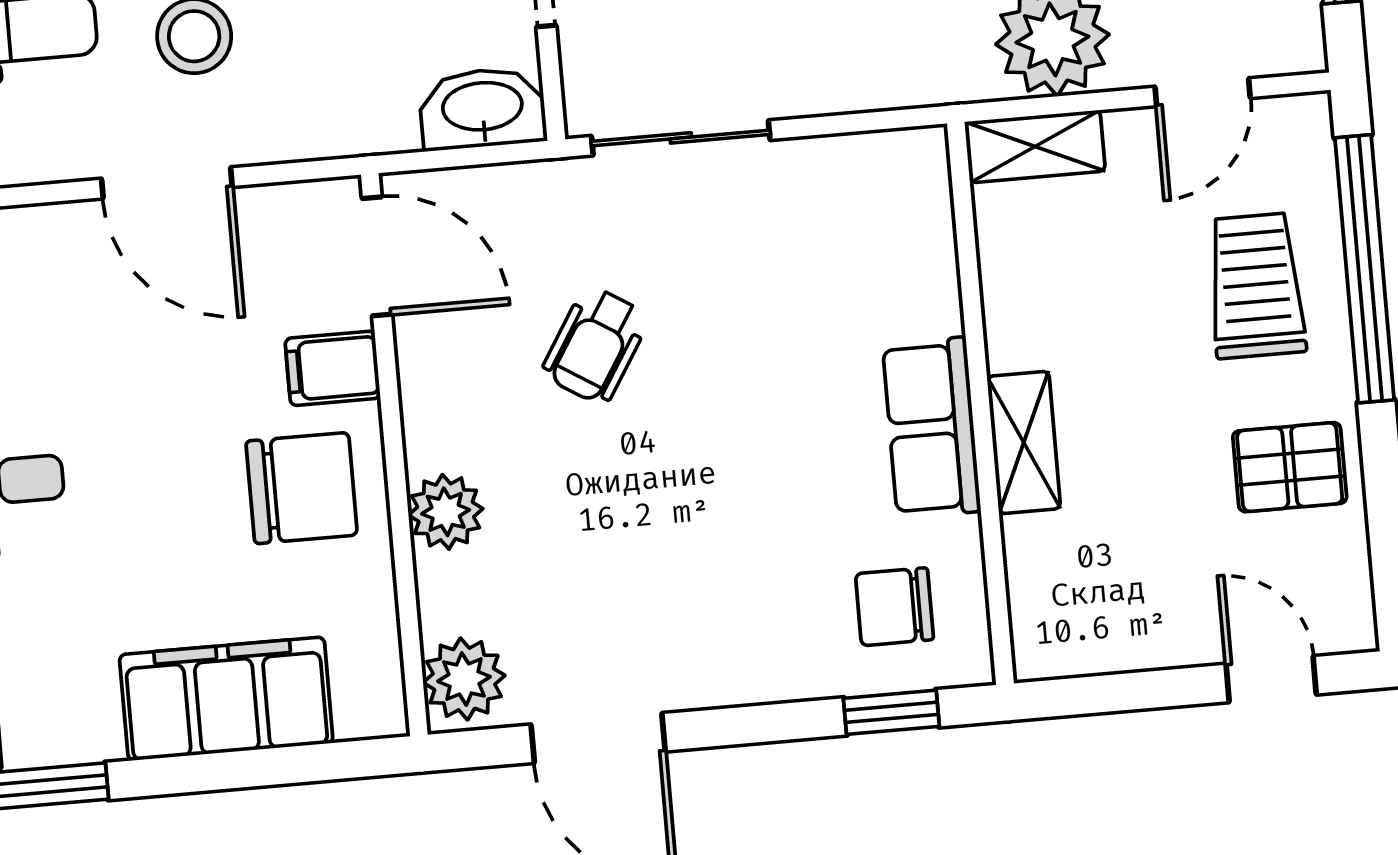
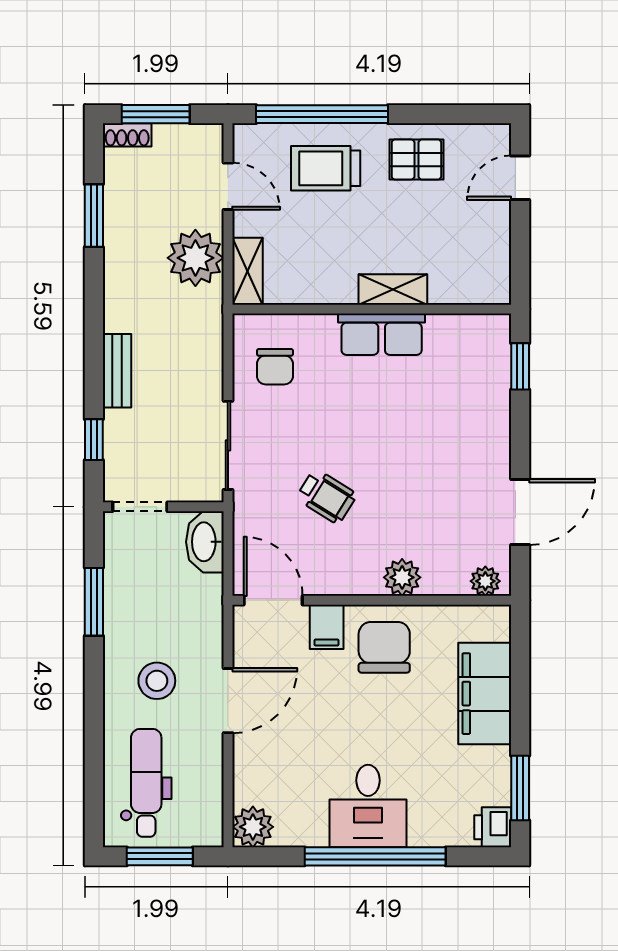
door: (377, 256) -> (273, 600), hinge flipped
pallet: (1290, 467) -> (416, 159), turned 90
chair: (894, 607) -> (275, 367), moved
plant: (464, 679) -> (485, 581), width x0.73, depth x0.73

